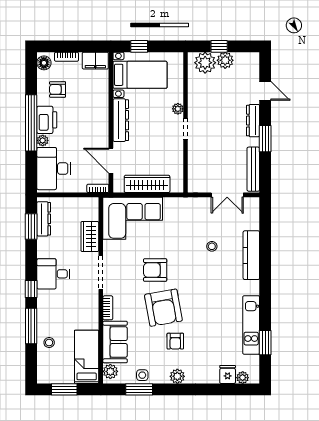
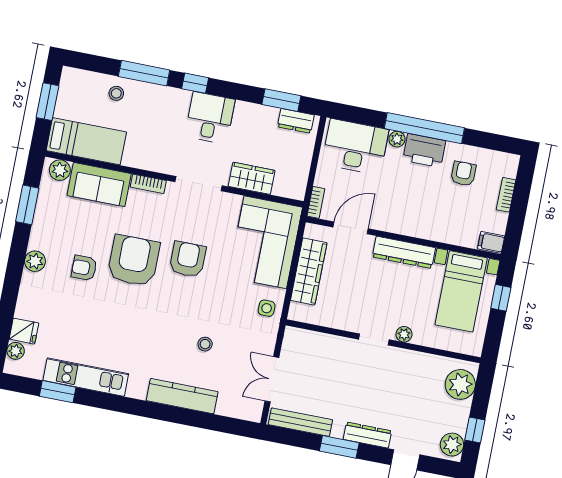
window: (219, 46) -> (475, 430), moved
plant: (225, 60) -> (452, 445), moved
filing cabinet: (95, 61) -> (491, 242), width x0.50
floor lamp: (44, 63) -> (504, 162), removed
dresser: (44, 219) -> (296, 121), width x0.70
armchair: (163, 308) -> (133, 261), turned 100
side table: (142, 375) -> (267, 308), moved

